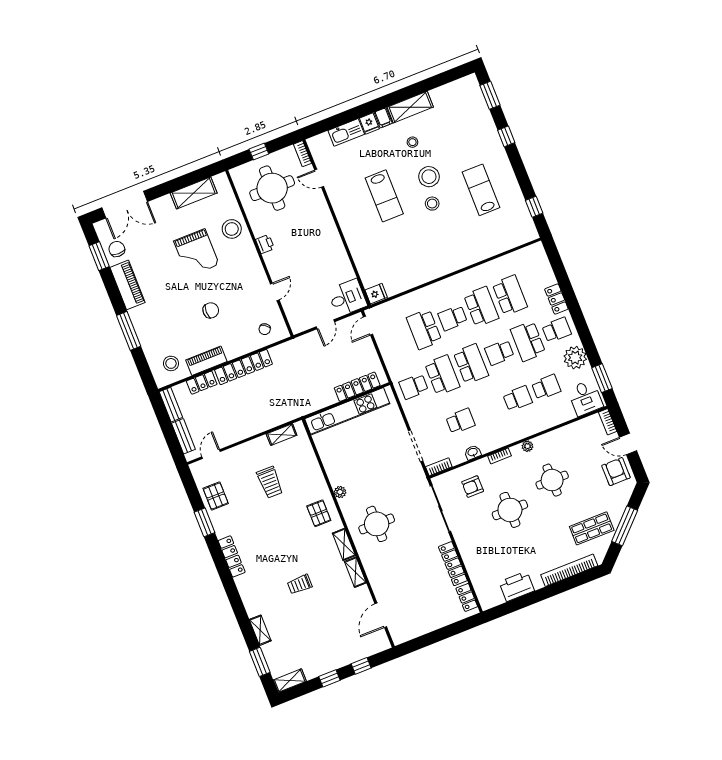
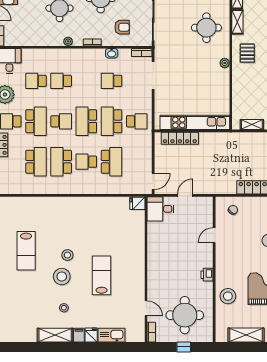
school desk: (510, 295) -> (36, 162), turned 180
school desk: (453, 318) -> (86, 162), turned 180

